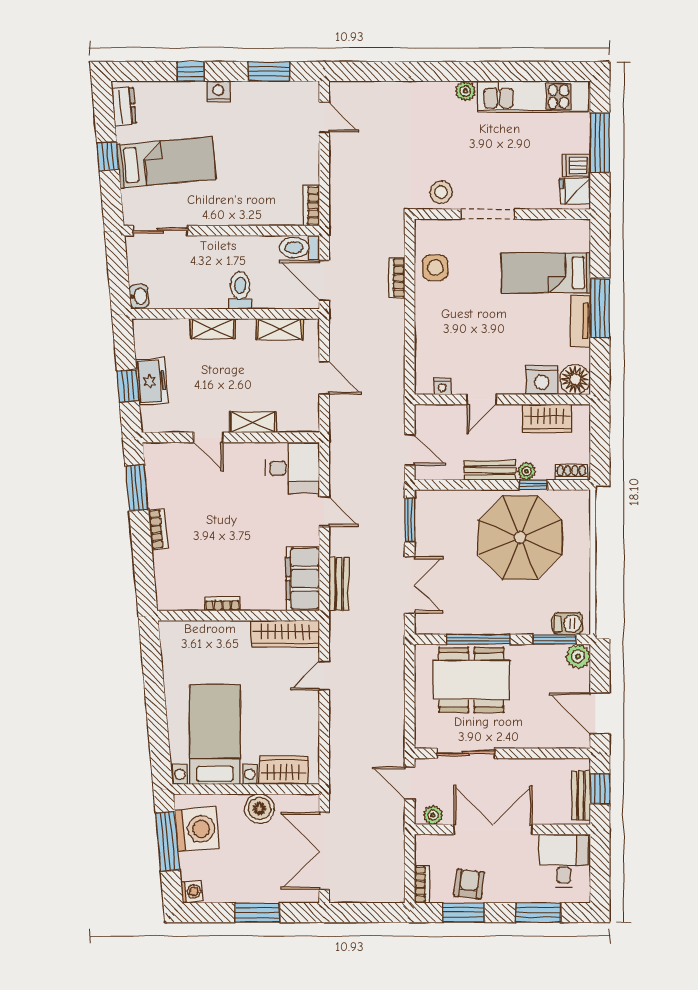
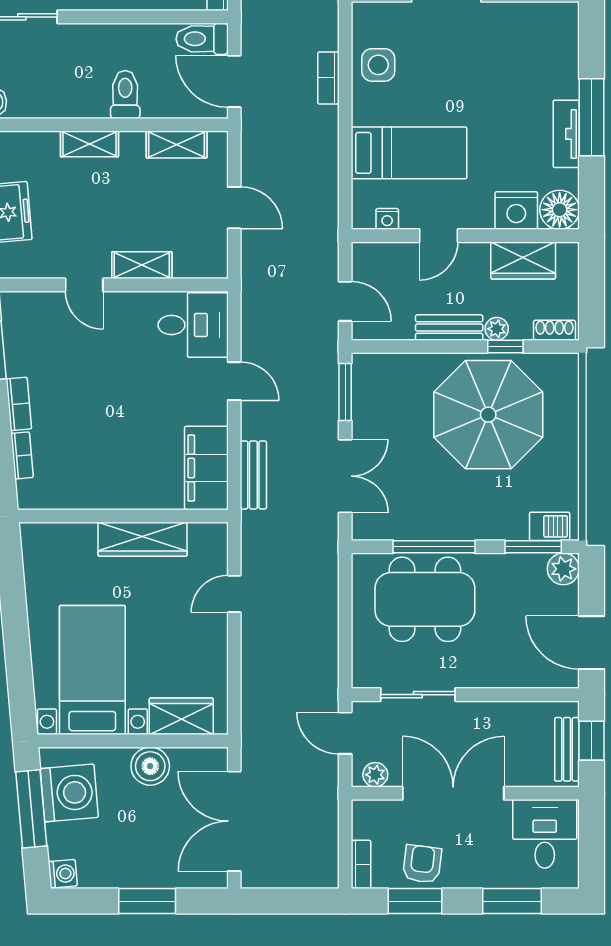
bed: (546, 273) -> (409, 153), moved, turned 180
bookcase: (222, 604) -> (22, 455), moved, turned 85
wardrobe: (285, 634) -> (143, 539), moved

